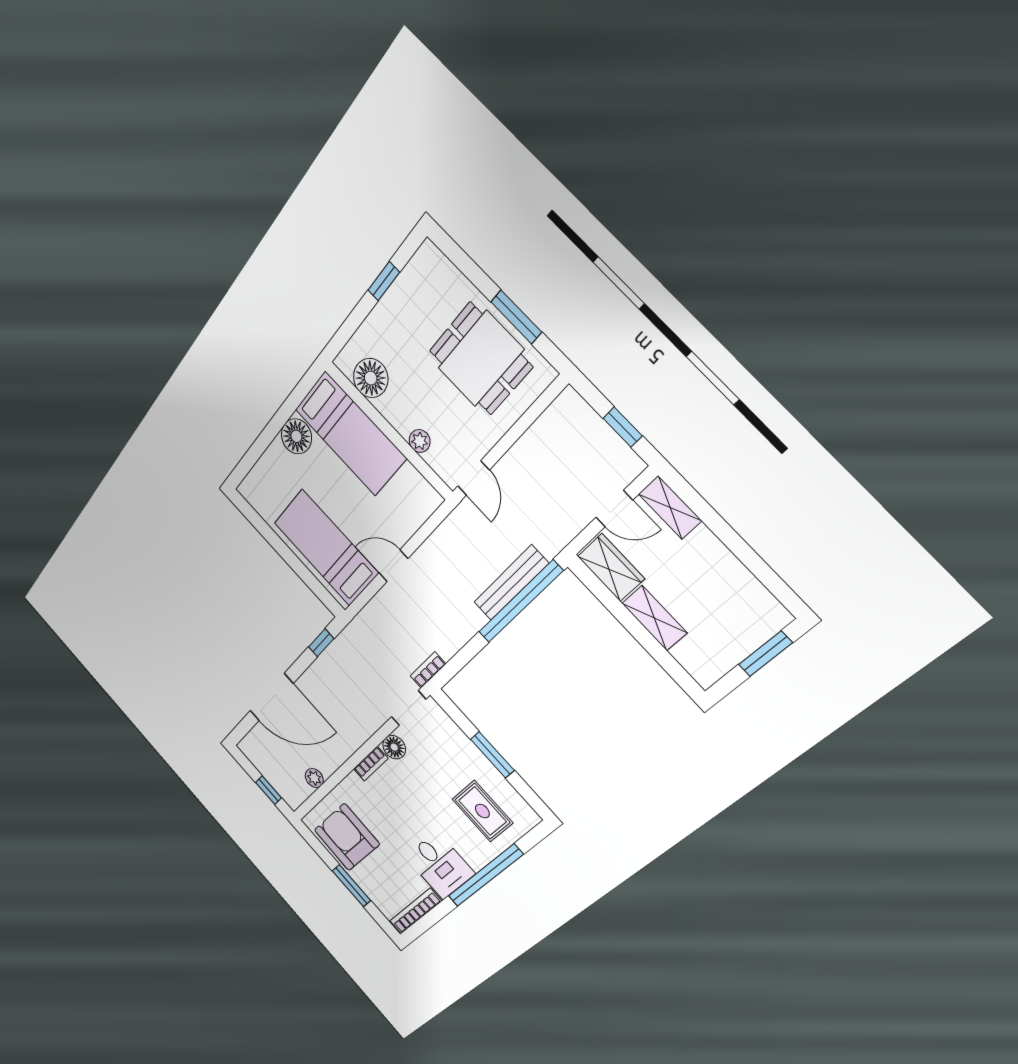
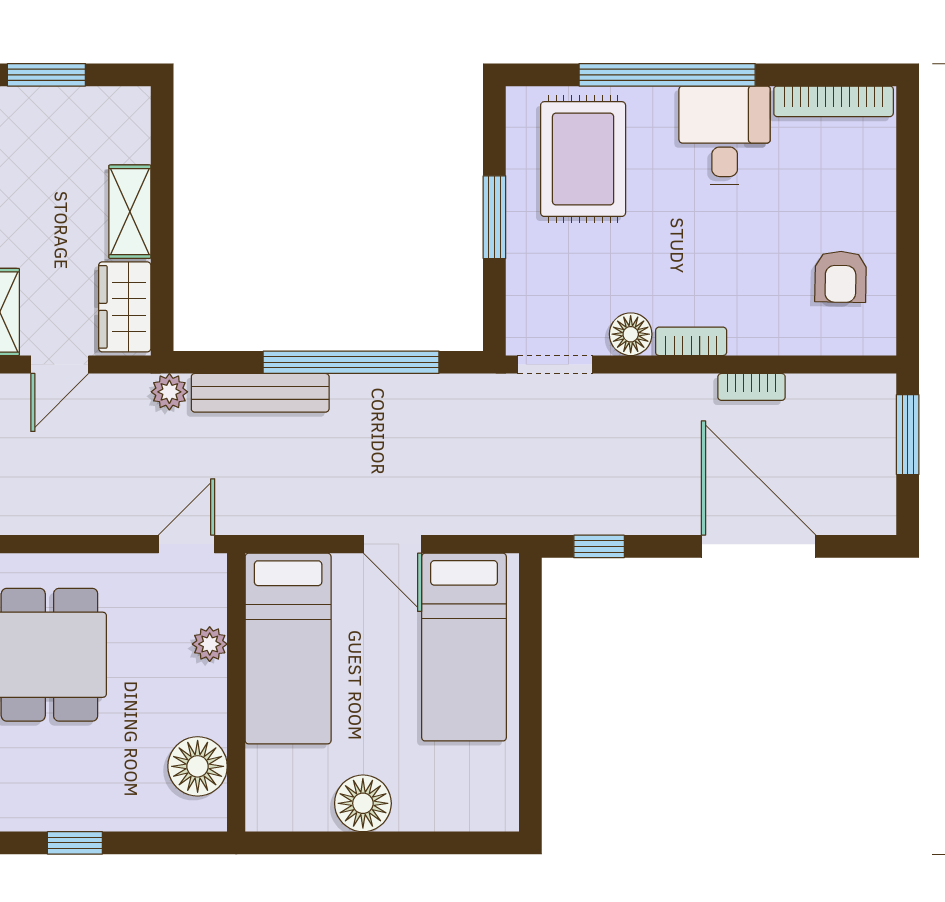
bed: (350, 434) -> (288, 649), moved, turned 180
door: (614, 509) -> (60, 365), swing flipped
window: (520, 602) -> (351, 362), moved
bookcase: (428, 670) -> (752, 387), moved
plant: (314, 778) -> (169, 392), moved
window: (269, 790) -> (908, 435), width x1.50
rug: (482, 811) -> (583, 159), width x1.36, depth x1.43
armchair: (347, 837) -> (841, 277), width x0.53, depth x0.53
window: (351, 886) -> (908, 207), removed

